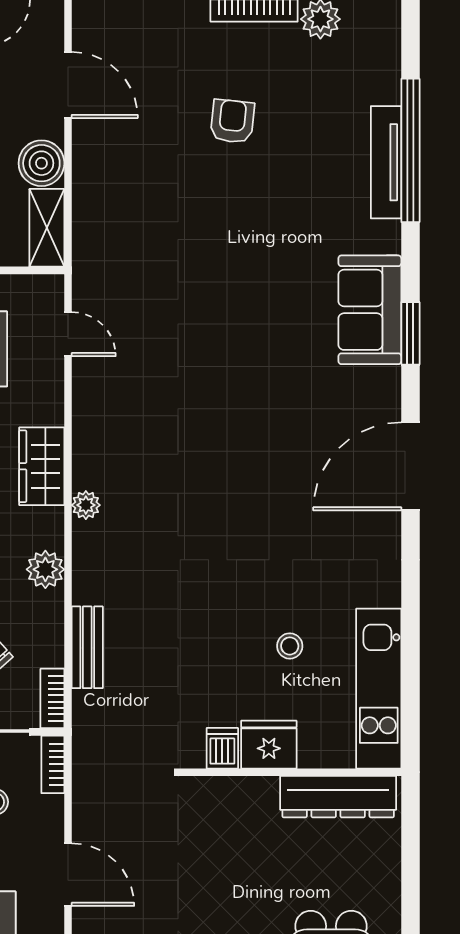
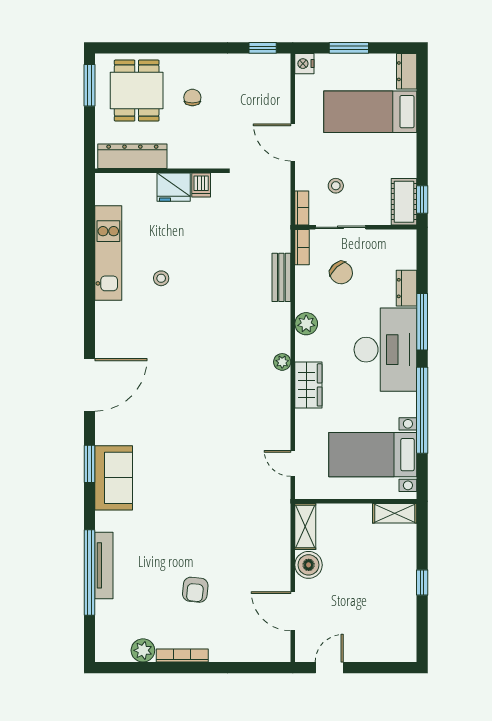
fridge: (269, 745) -> (174, 187), moved
dishwasher: (222, 748) -> (201, 185), moved
wall: (291, 772) -> (160, 171), moved
dresser: (338, 797) -> (132, 156), moved

